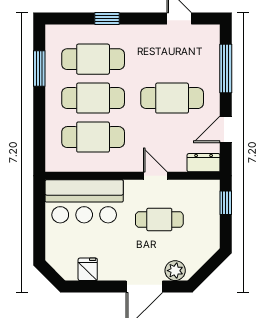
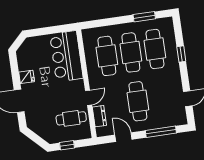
dresser: (204, 163) -> (99, 116), moved
window: (226, 203) -> (67, 145), moved
cafe table: (159, 219) -> (71, 118), moved, turned 90
fridge: (88, 269) -> (27, 77), moved
plant: (175, 271) -> (32, 118), removed

